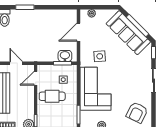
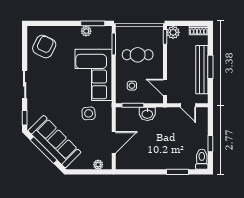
washbasin: (65, 56) -> (147, 114), moved
door: (36, 78) -> (165, 87), swing flipped
cafe table: (52, 96) -> (138, 55), moved

